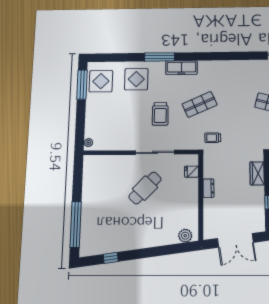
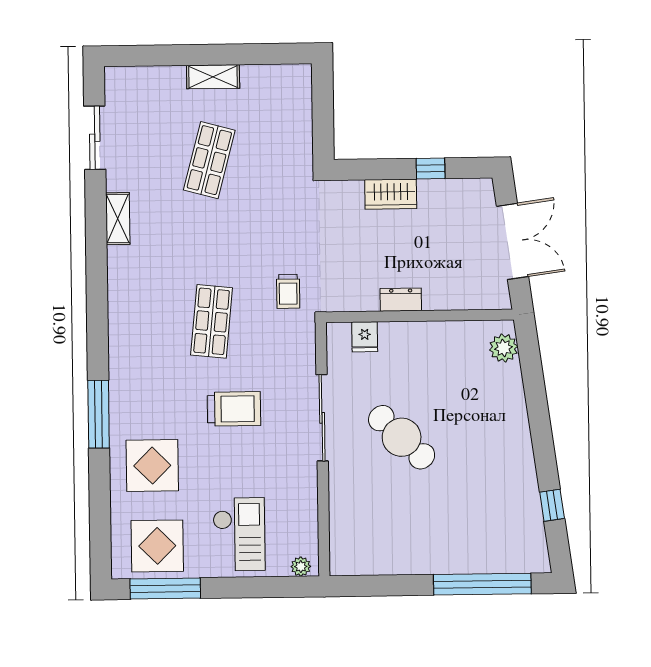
shelving: (246, 65) -> (118, 219), added
freezer: (182, 68) -> (125, 364), removed
shop shelf: (200, 104) -> (212, 321), turned 30
checkout: (104, 116) -> (239, 534), added
wardrobe: (257, 173) -> (391, 194), moved

